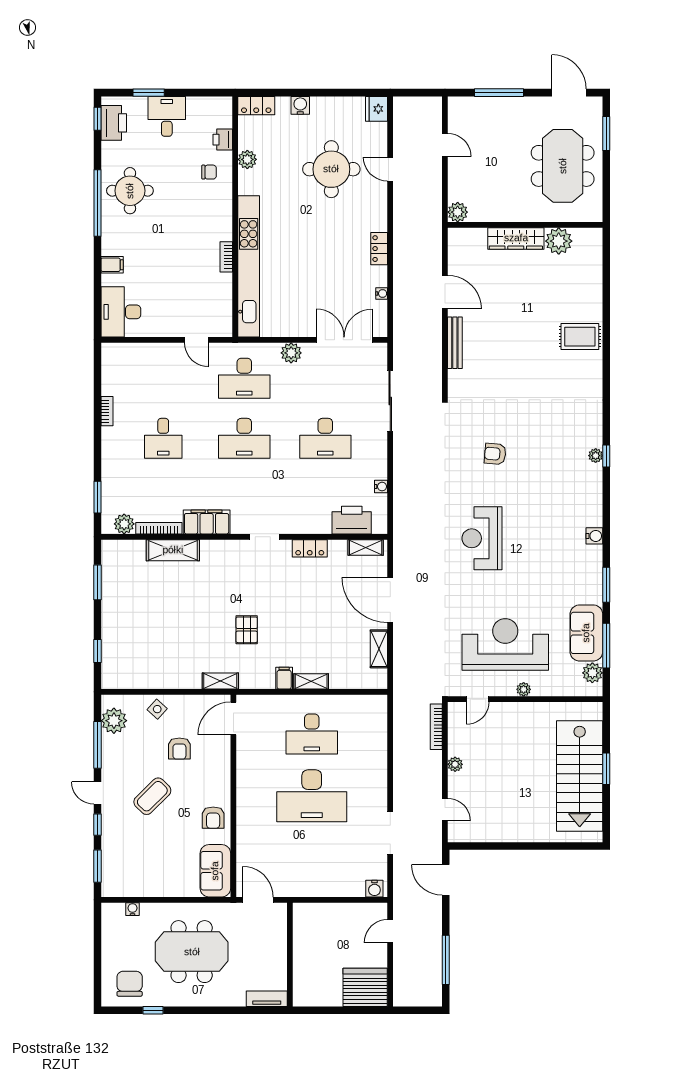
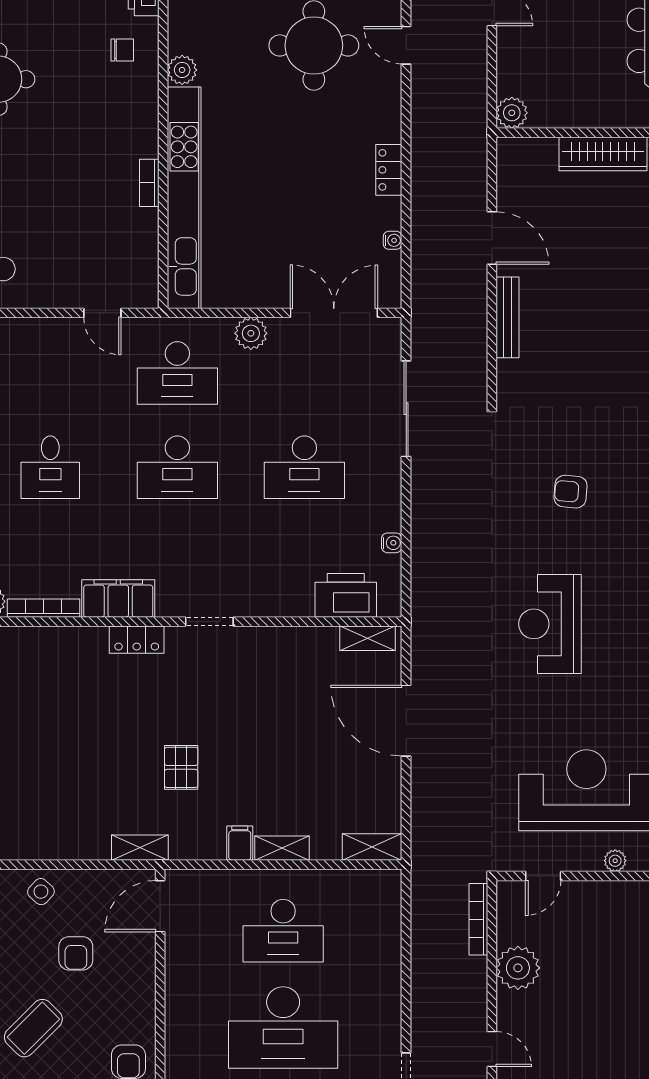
plant: (247, 159) -> (182, 70), moved
locker: (310, 548) -> (137, 640), moved
shelving: (173, 550) -> (66, 643), removed
shelving: (379, 649) -> (372, 847), moved, turned 90
plant: (455, 764) -> (518, 968), width x1.88, depth x1.88

